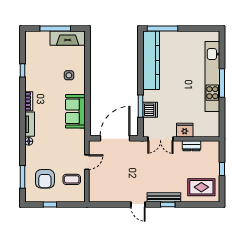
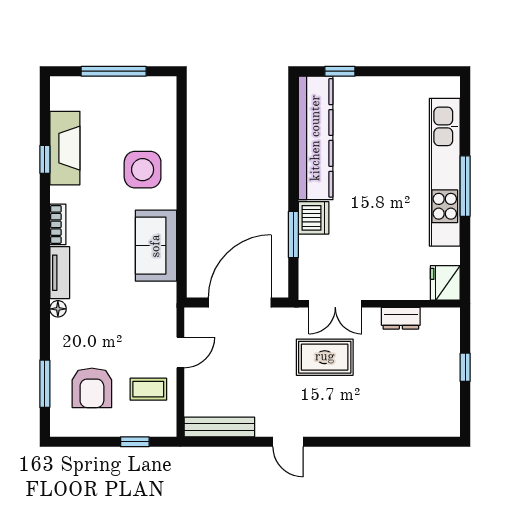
window: (163, 29) -> (340, 71), width x0.46
fireplace: (68, 38) -> (65, 148), moved, turned -90
side table: (69, 75) -> (143, 170), width x1.87, depth x1.87
dishwasher: (150, 110) -> (314, 218), moved
fridge: (185, 130) -> (445, 283), moved, turned -90
rug: (201, 187) -> (325, 357), moved
bench: (164, 197) -> (219, 427), moved
window: (50, 204) -> (135, 442), moved
window: (168, 204) -> (351, 442), removed

